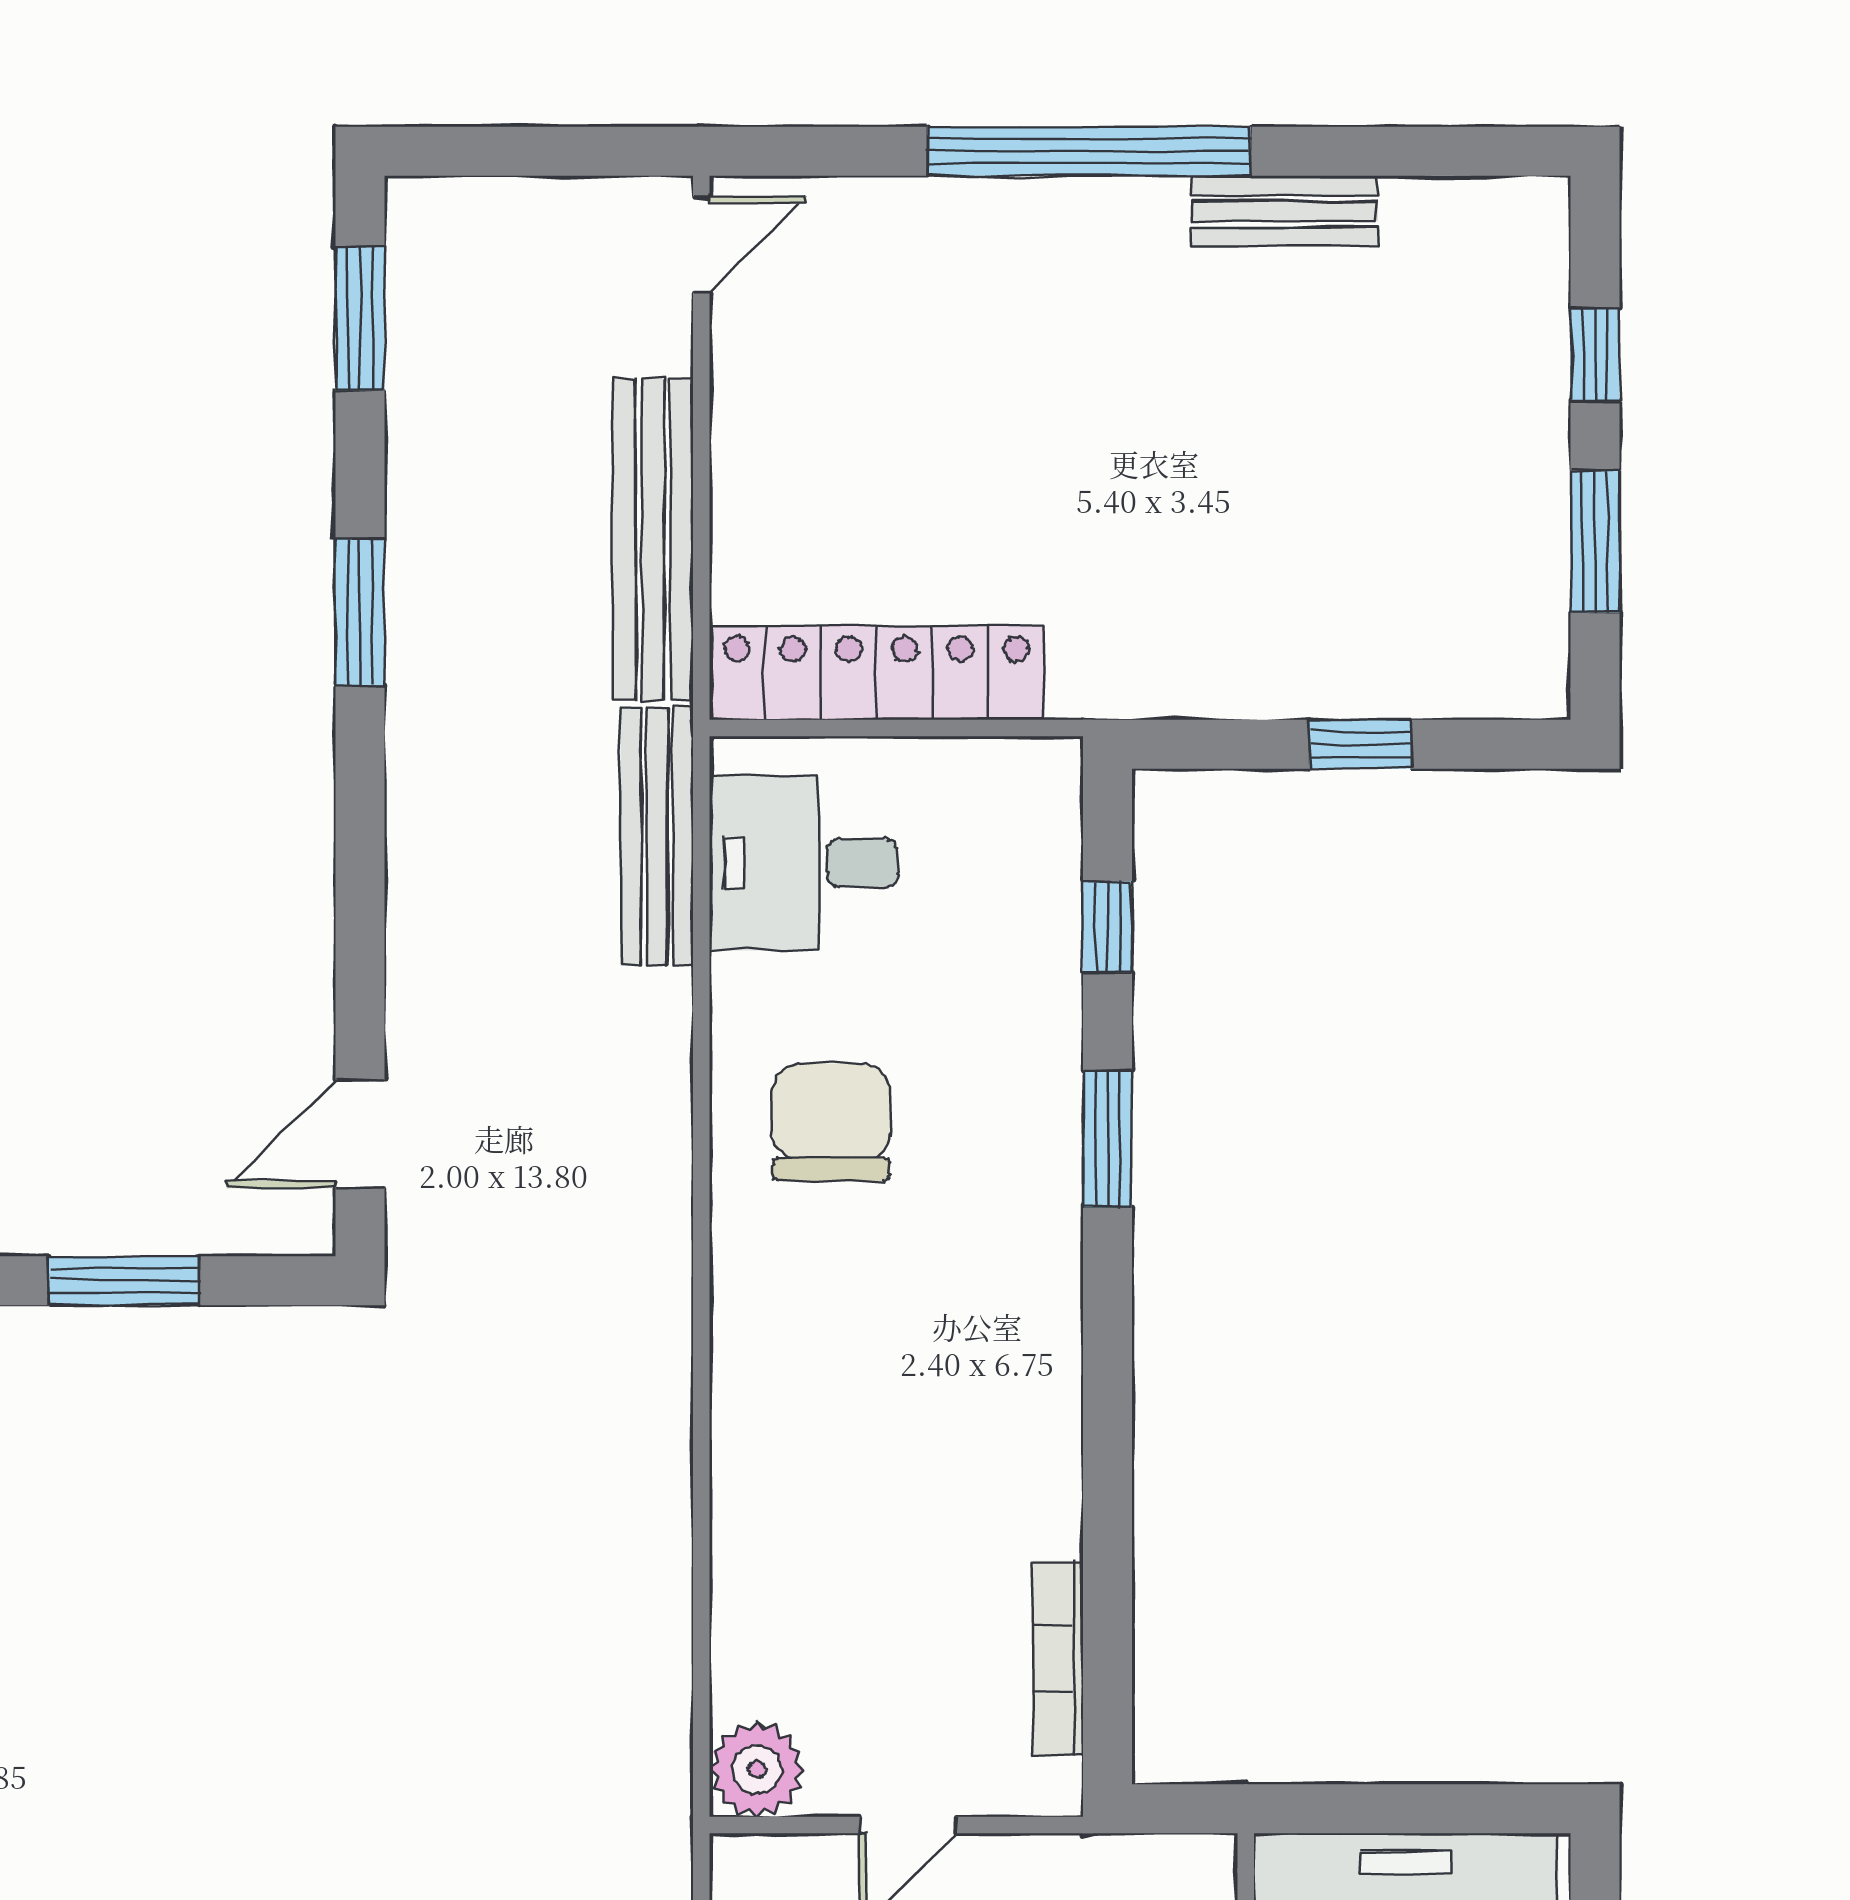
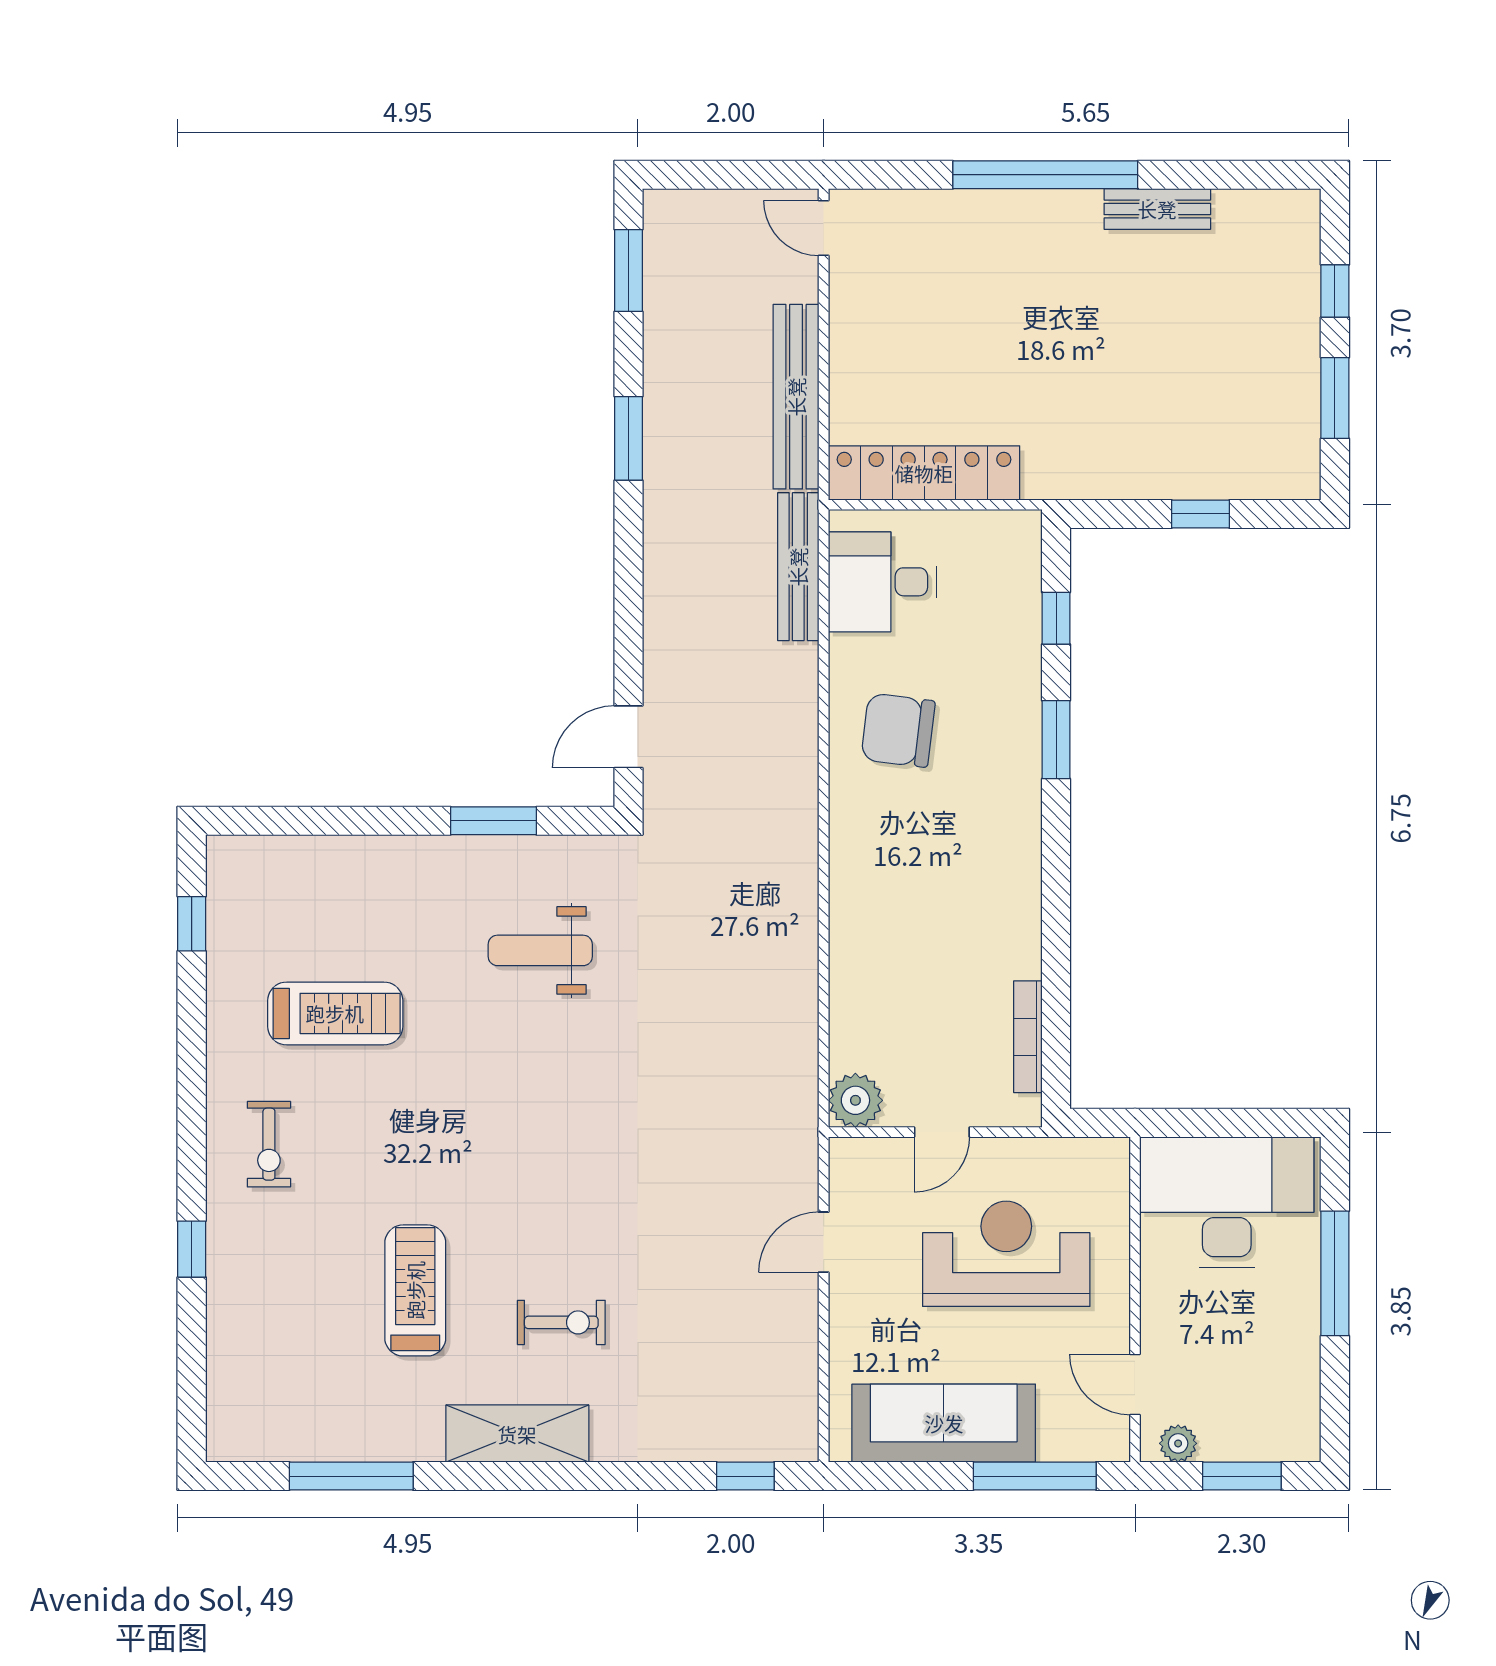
door: (701, 244) -> (824, 228), swing flipped
chair: (831, 1122) -> (898, 730), turned -83
weight bench: (206, 1507) -> (540, 950), added

